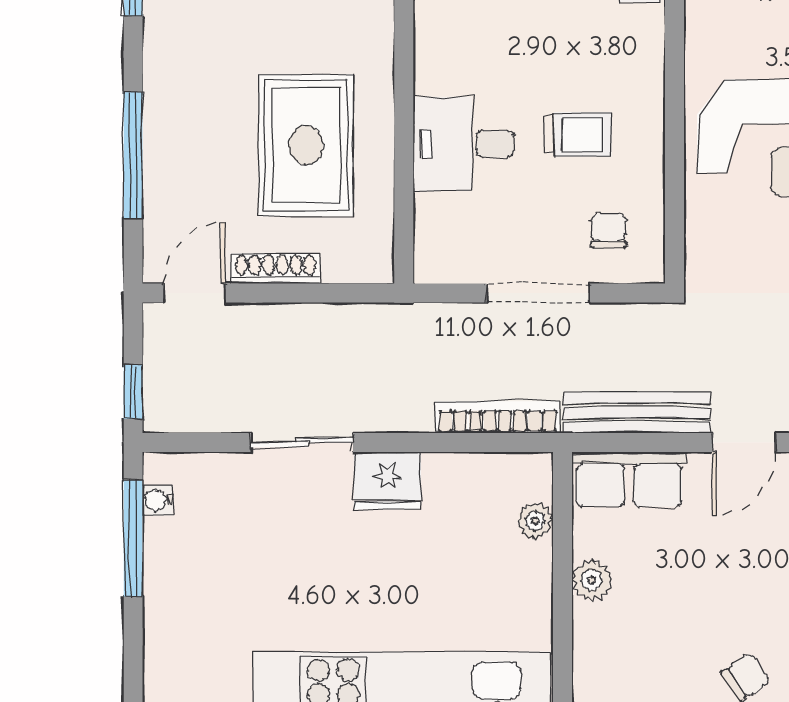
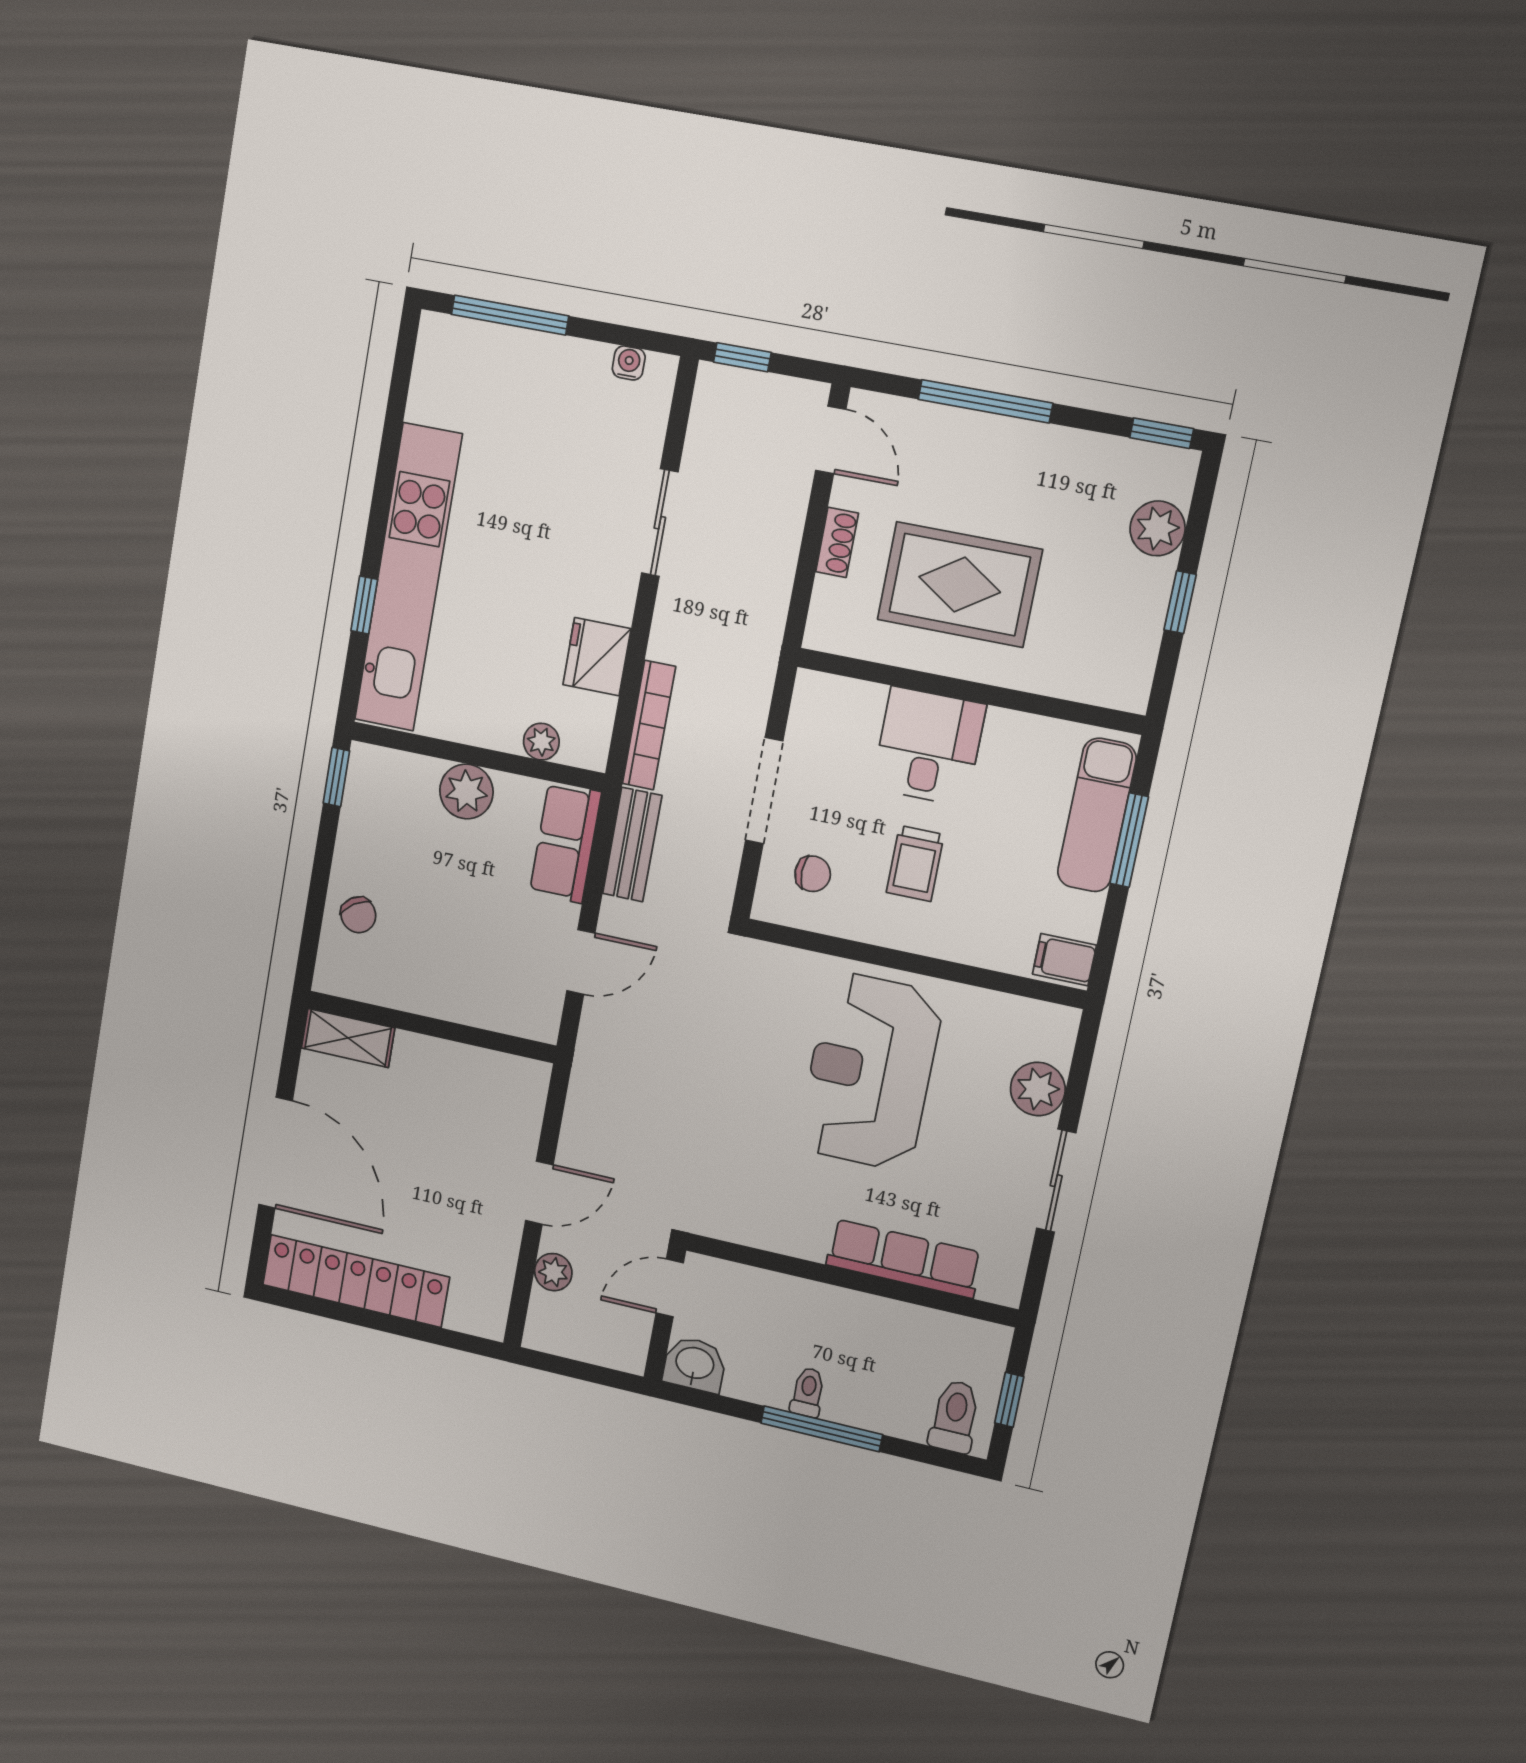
shoe rack: (275, 269) -> (837, 542), width x0.70
bench: (637, 412) -> (632, 845), width x0.73
door: (744, 442) -> (581, 962), swing flipped
fridge: (387, 481) -> (597, 657), moved
window: (133, 538) -> (510, 315), moved
plant: (592, 580) -> (466, 791), width x1.38, depth x1.38

